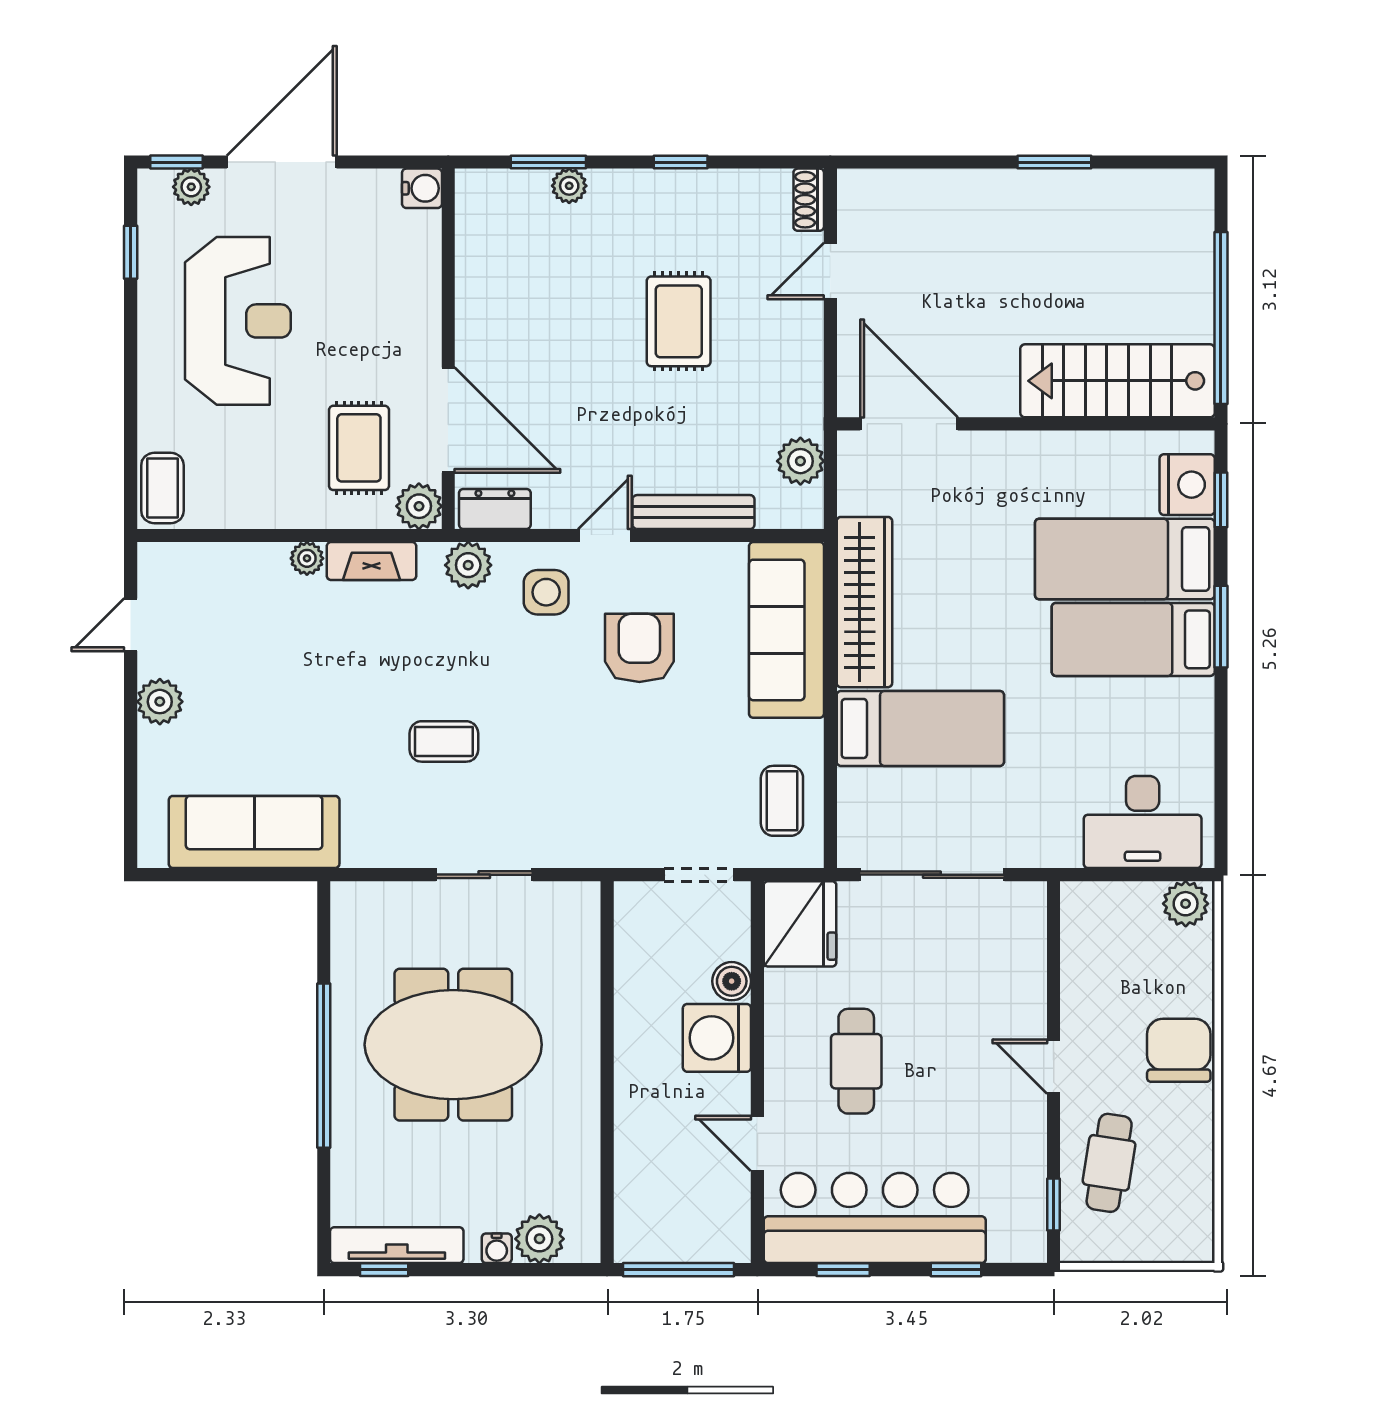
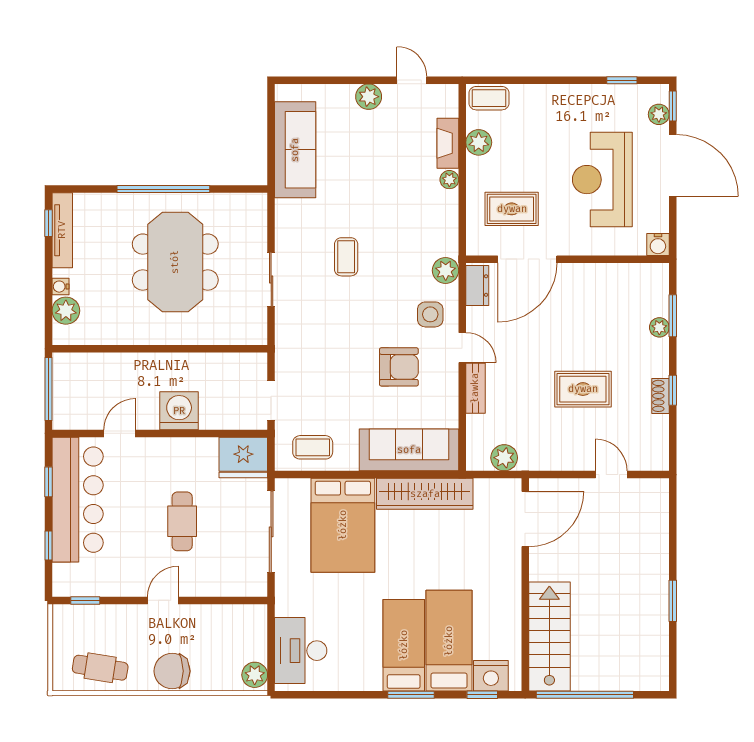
shoe rack: (809, 200) -> (661, 396), moved, turned -90
reception desk: (238, 321) -> (602, 180), moved, turned 90
plant: (419, 506) -> (479, 142), moved
bench: (694, 512) -> (475, 388), width x0.73
fireplace: (371, 561) -> (448, 143), moved
bed: (920, 728) -> (343, 525), width x1.50
boiler: (732, 981) -> (211, 419), removed
chair: (1179, 1050) -> (172, 671), turned 180
cafe table: (856, 1061) -> (182, 521), moved, turned 90
cafe table: (1109, 1163) -> (100, 668), moved

